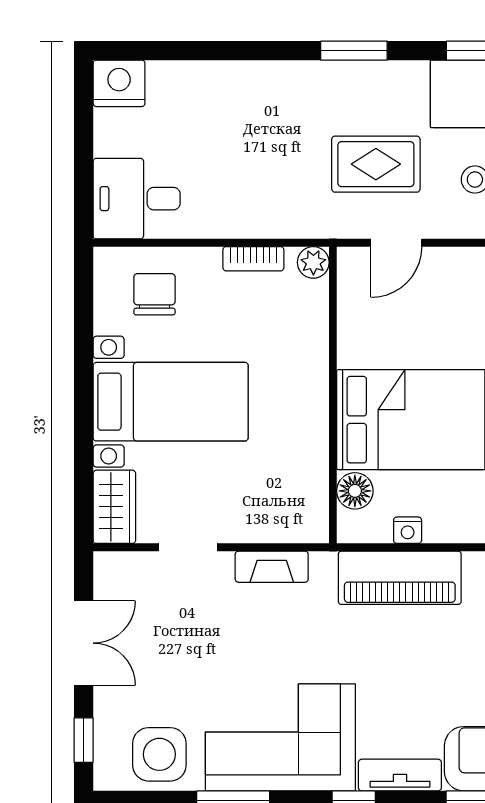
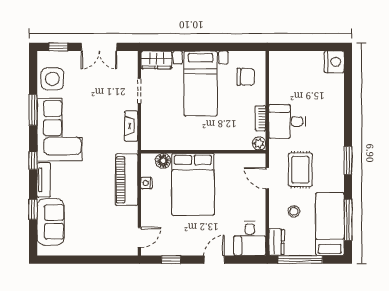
desk: (137, 199) -> (287, 121), moved, turned -90

